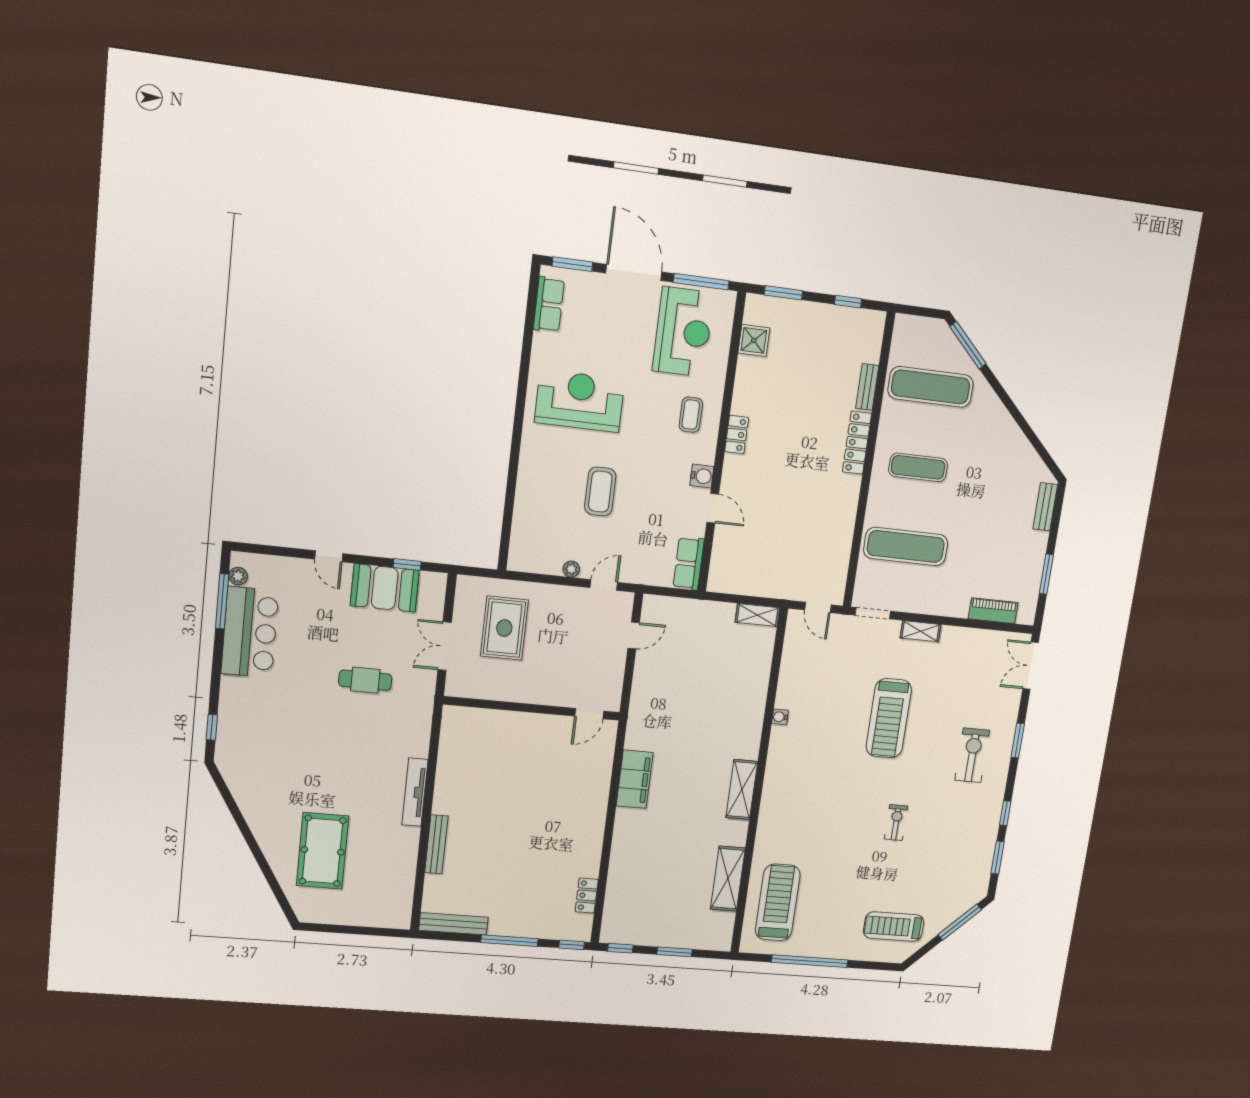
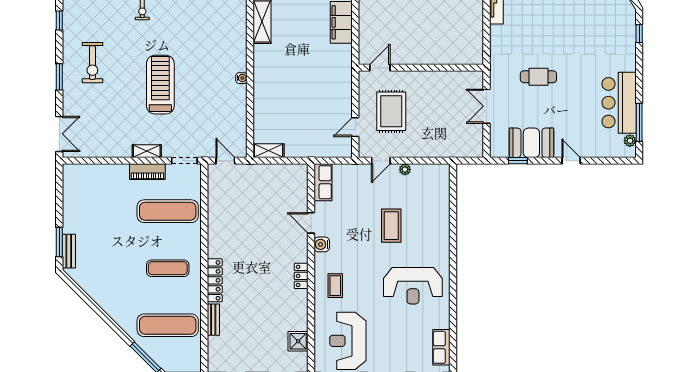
window: (1046, 574) -> (59, 242), moved
piano: (993, 611) -> (147, 172), moved
rug: (504, 628) -> (391, 111), moved
double door: (445, 646) -> (487, 106), swing flipped

